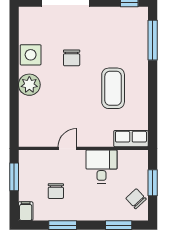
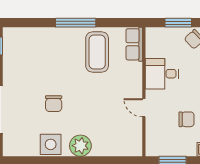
window: (153, 40) -> (76, 23), moved
chair: (72, 58) -> (54, 104), turned 90
coffee table: (113, 88) -> (97, 52), moved, turned 90

